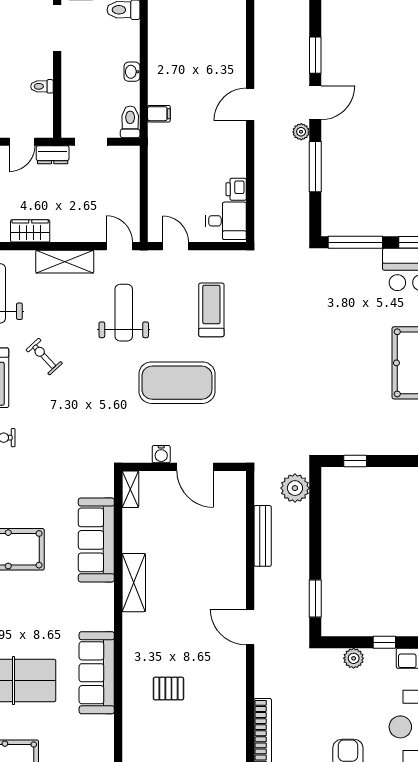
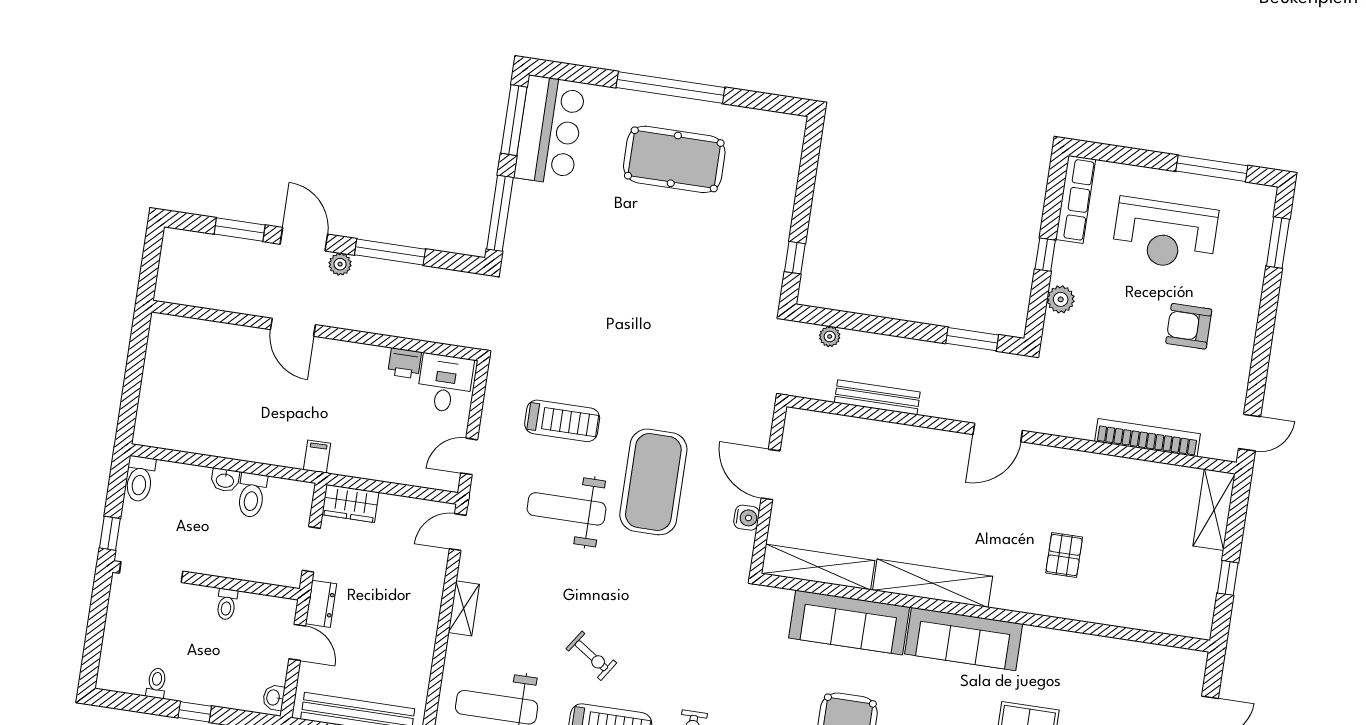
filing cabinet: (159, 114) -> (317, 457), moved
toilet: (130, 122) -> (252, 495), moved, turned -90
wardrobe: (30, 231) -> (350, 503), moved, turned -90
shelving: (65, 262) -> (464, 608), width x0.67, depth x0.75
treadmill: (211, 310) -> (562, 421), turned 180
weight bench: (124, 313) -> (567, 509), moved
exercise bike: (44, 357) -> (591, 656), turned -103
door: (195, 467) -> (771, 475), swing flipped
plant: (295, 488) -> (830, 336), width x0.53, depth x0.53
shelving: (130, 489) -> (818, 567), width x2.20, depth x1.33
shelving: (134, 583) -> (933, 583), width x1.47
sofa: (97, 673) -> (964, 639), moved

